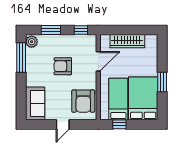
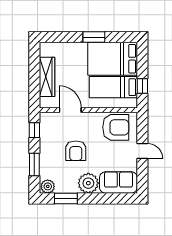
window: (21, 58) -> (66, 198), width x0.69
plant: (35, 77) -> (88, 183), added

